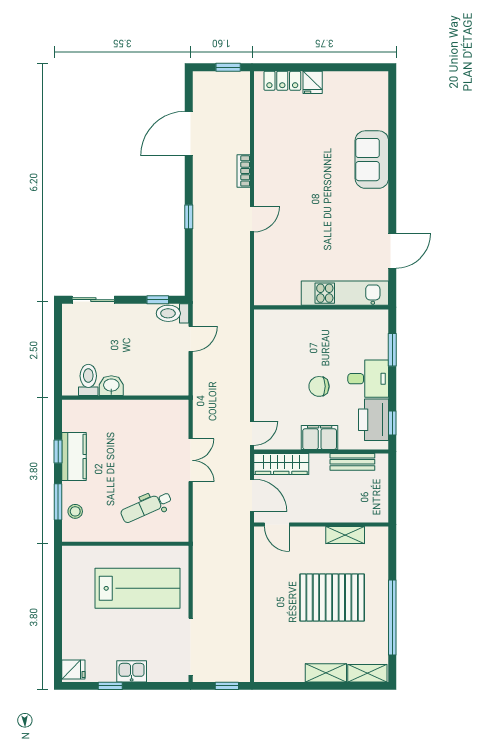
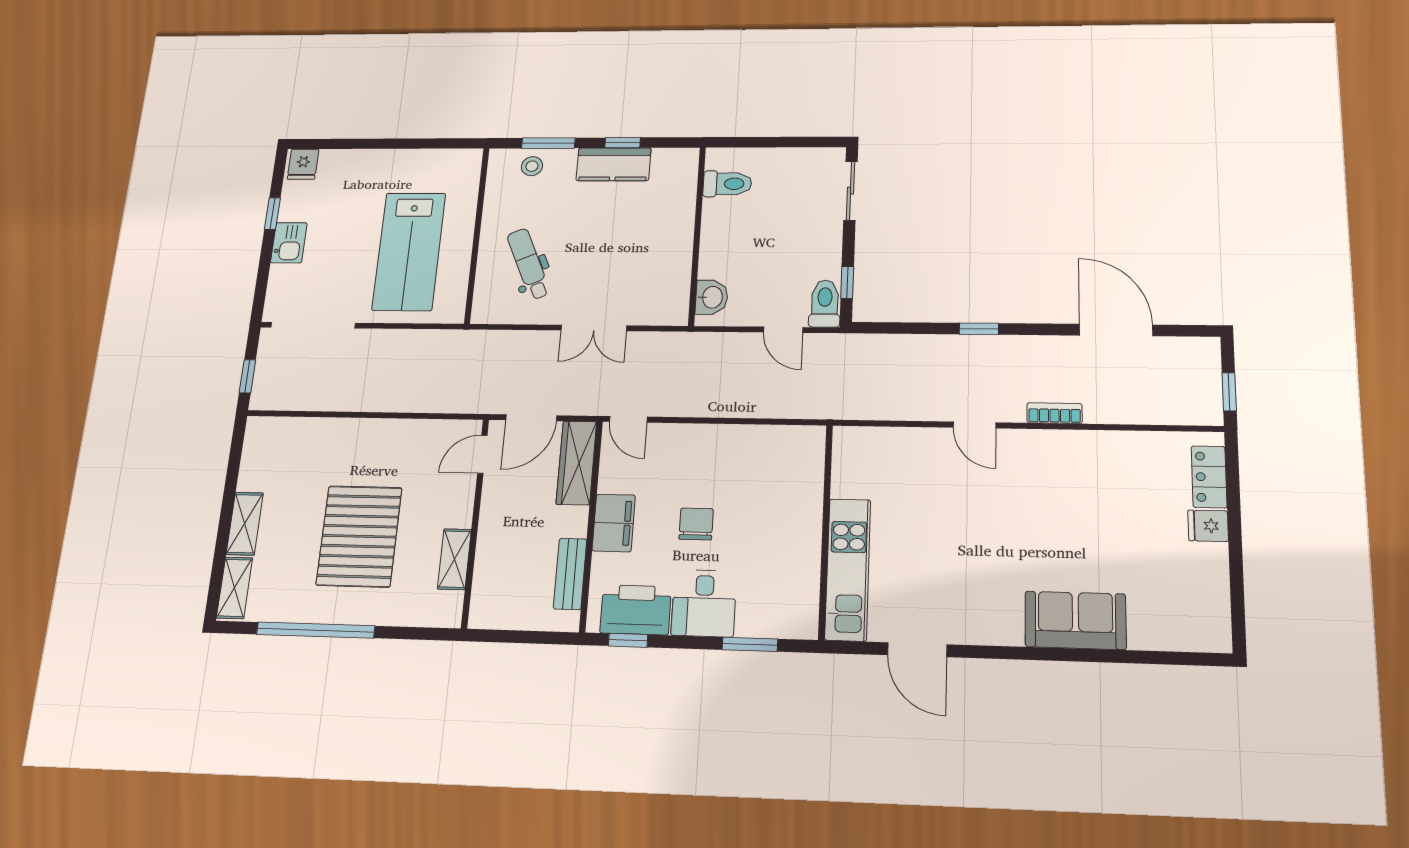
washbasin: (111, 386) -> (712, 297), moved

